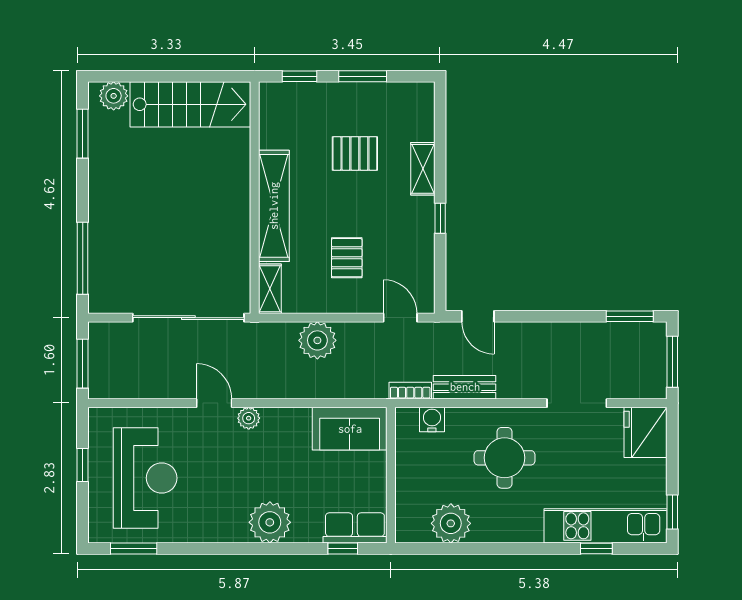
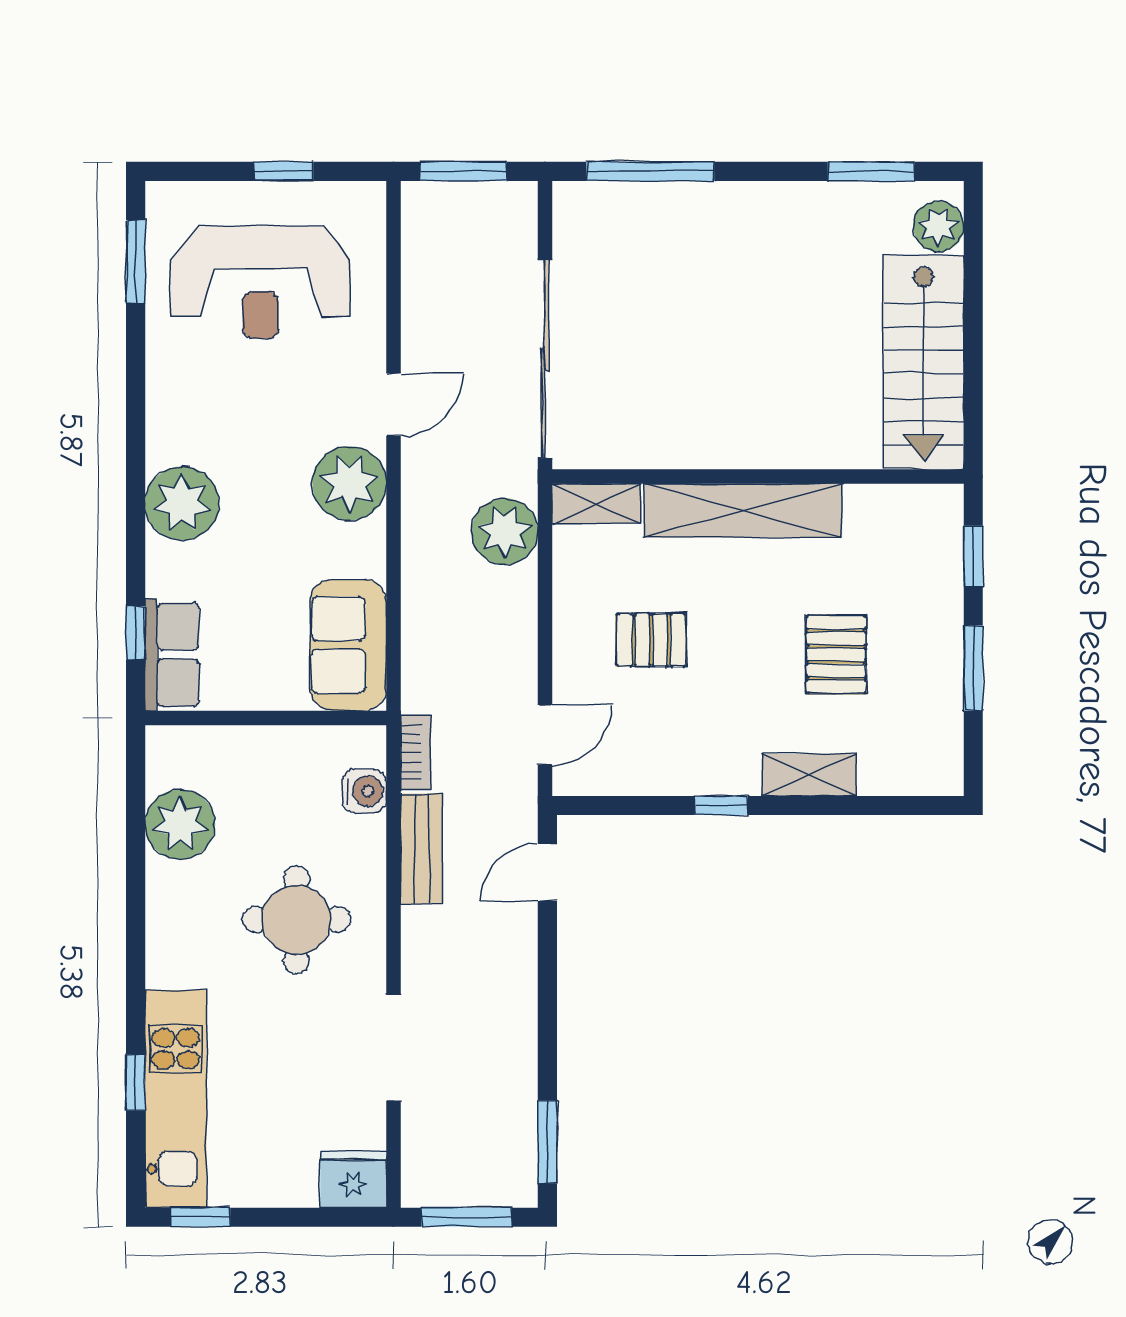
plant: (317, 340) -> (505, 531), moved
plant: (249, 418) -> (349, 483), width x1.87, depth x1.87
fridge: (645, 432) -> (353, 1179), width x0.73, depth x0.75

